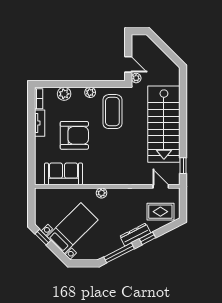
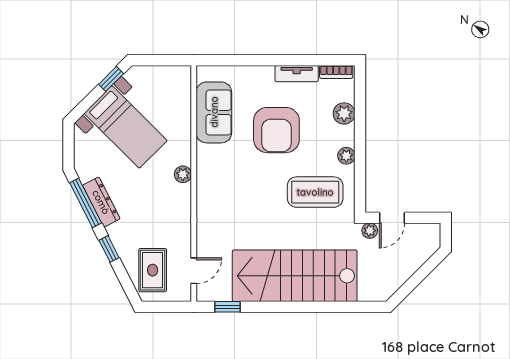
dresser: (135, 235) -> (101, 202), moved

